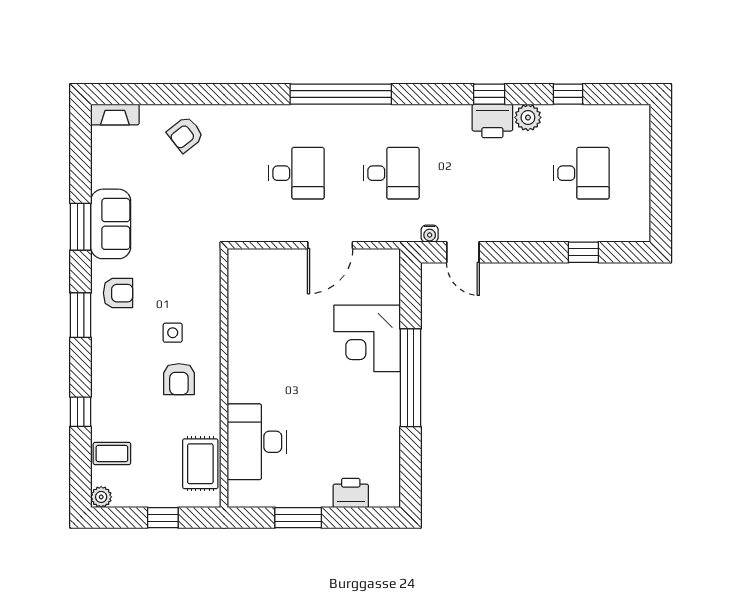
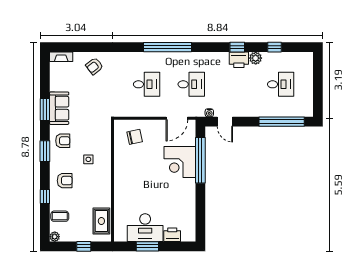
door: (330, 245) -> (177, 118), moved
window: (583, 252) -> (282, 122), width x3.17
chair: (271, 285) -> (135, 137), added
window: (410, 378) -> (200, 160), moved
armchair: (179, 379) -> (65, 181), moved, turned -90
desk: (257, 442) -> (145, 228), moved, turned -90

